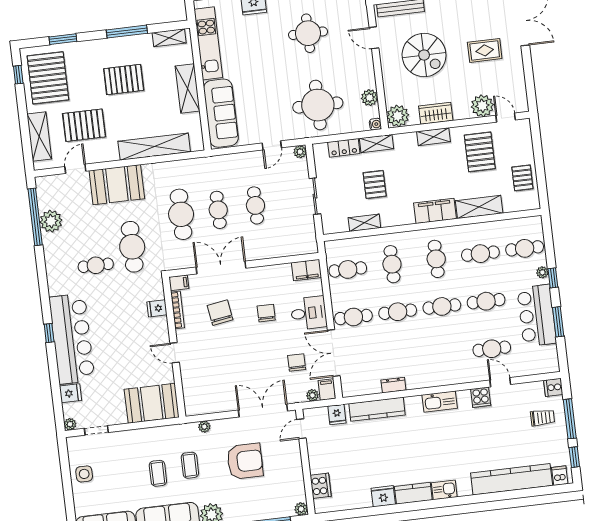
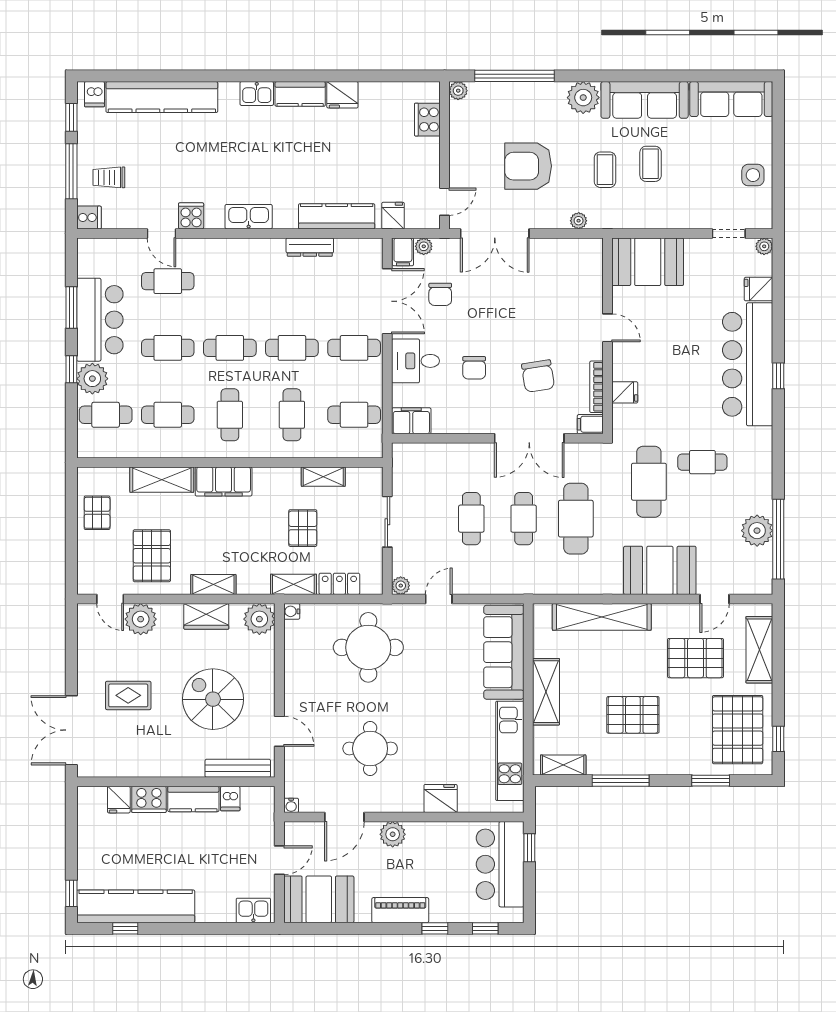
plant: (370, 98) -> (295, 649), removed
plant: (542, 272) -> (92, 379), width x1.87, depth x1.87
dresser: (393, 385) -> (310, 247), width x1.44

